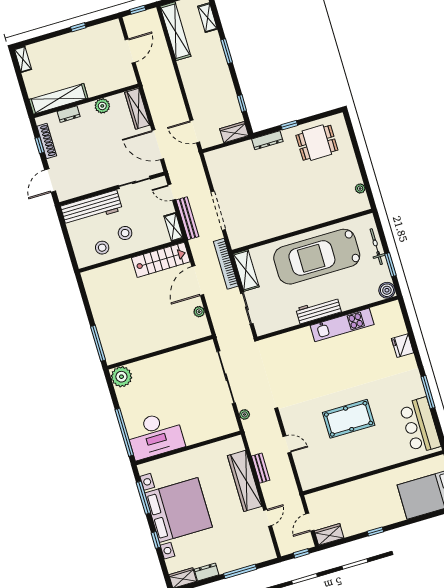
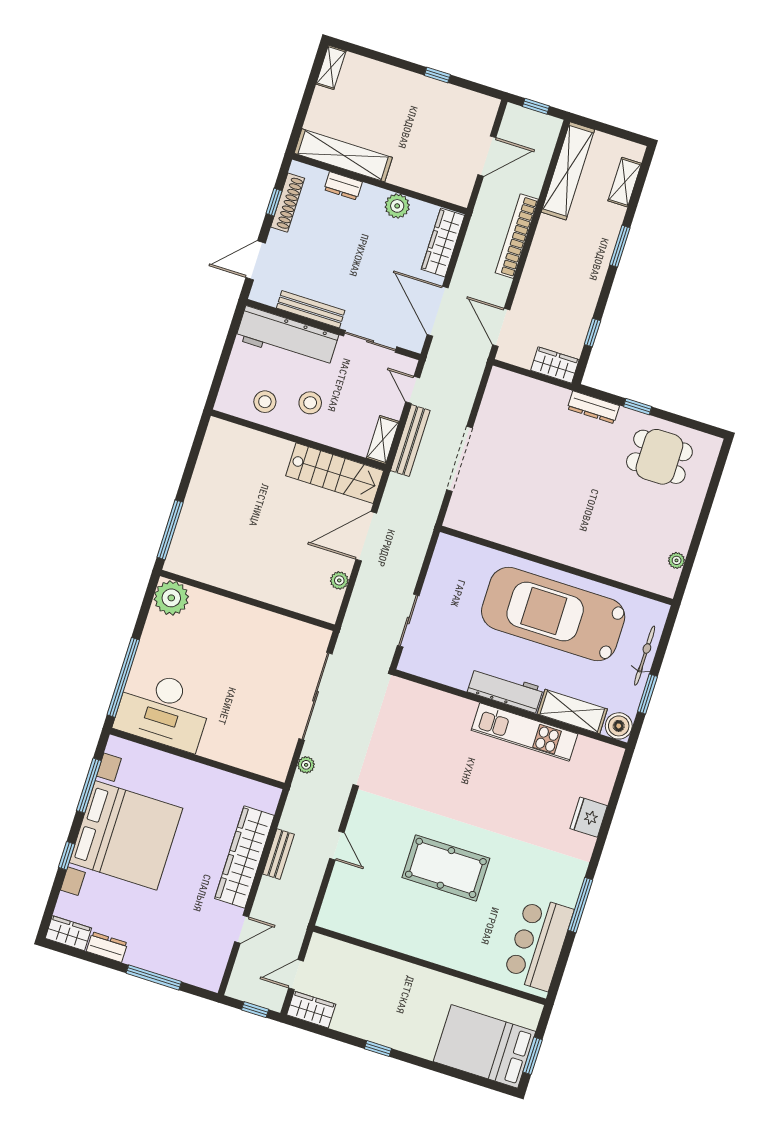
bench: (94, 186) -> (311, 309), added
bookcase: (226, 264) -> (517, 236), moved
shelving: (246, 270) -> (572, 711), moved, turned 90

